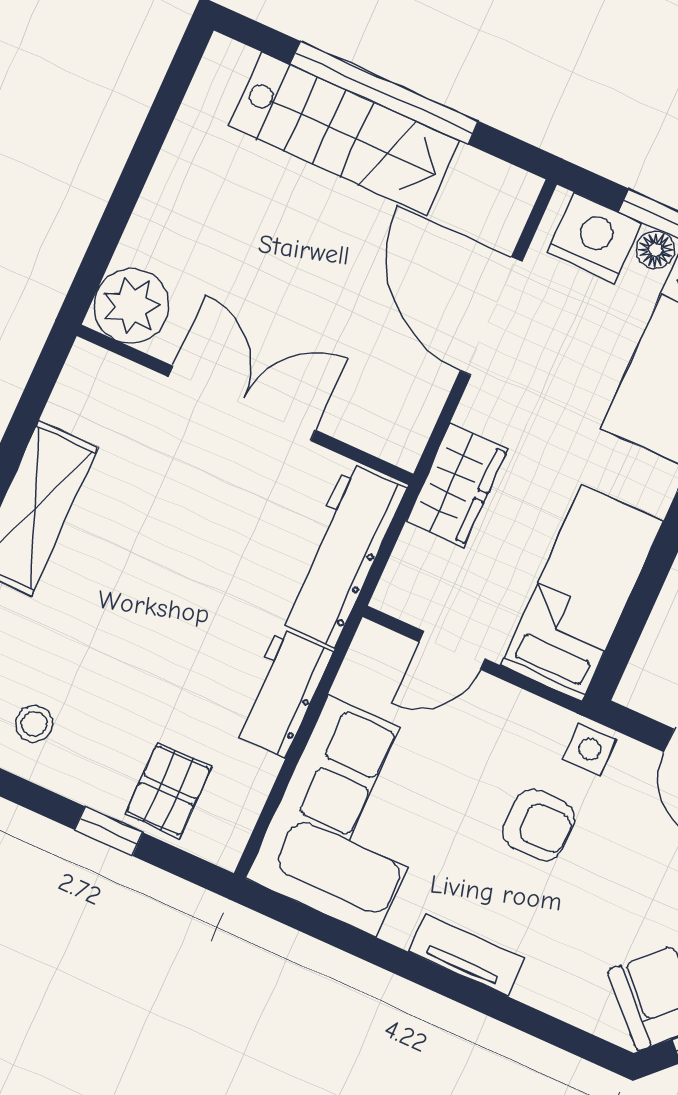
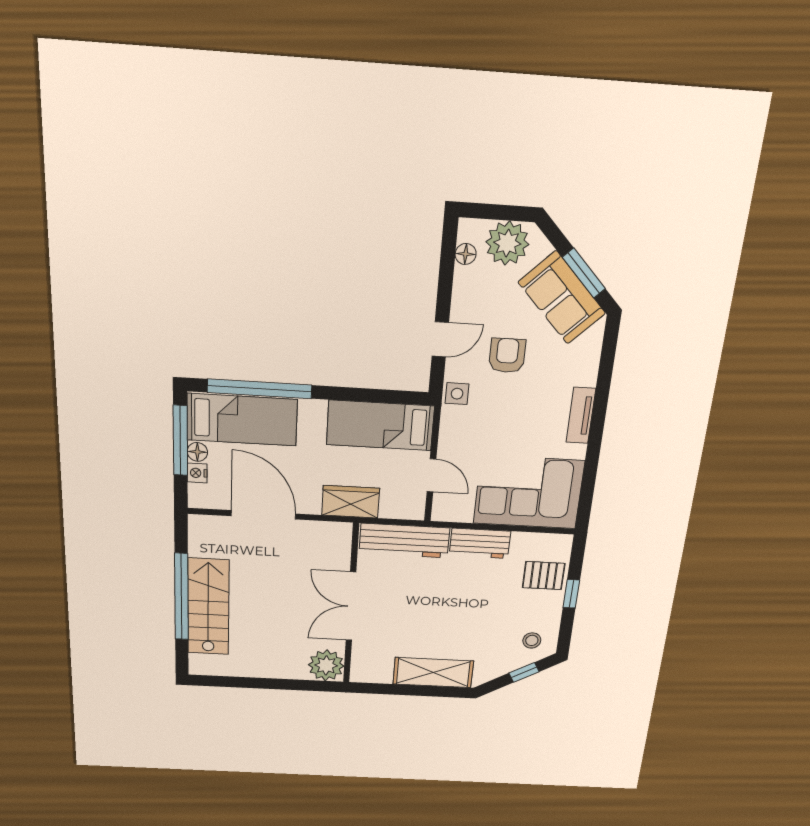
nightstand: (595, 238) -> (197, 473), width x0.53, depth x0.56
door: (491, 316) -> (263, 515), swing flipped
armchair: (539, 825) -> (507, 356), moved

